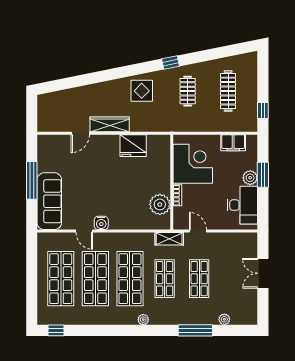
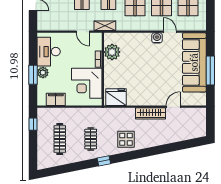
fridge: (133, 146) -> (116, 97), moved
sofa: (49, 201) -> (194, 62), width x1.36, depth x1.27

